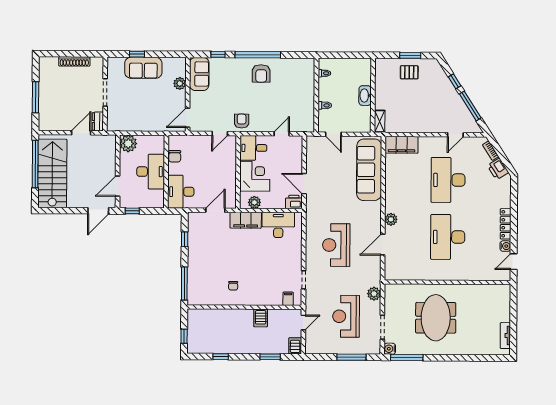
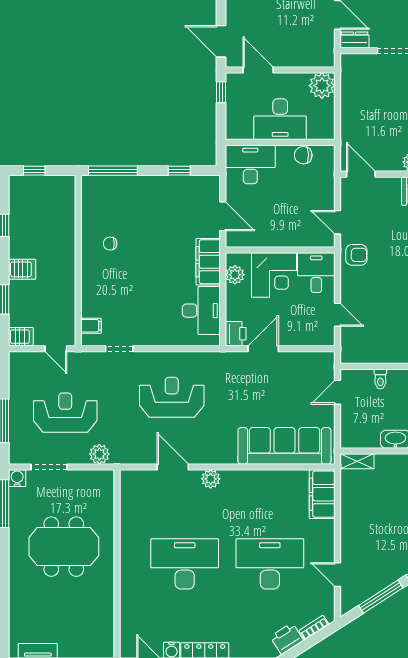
server rack: (261, 318) -> (22, 269), moved, turned 180

